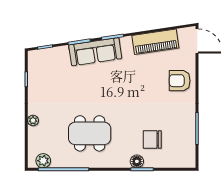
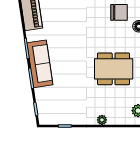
dining table: (90, 133) -> (114, 69), turned 90
chair: (152, 139) -> (119, 12), turned -90

